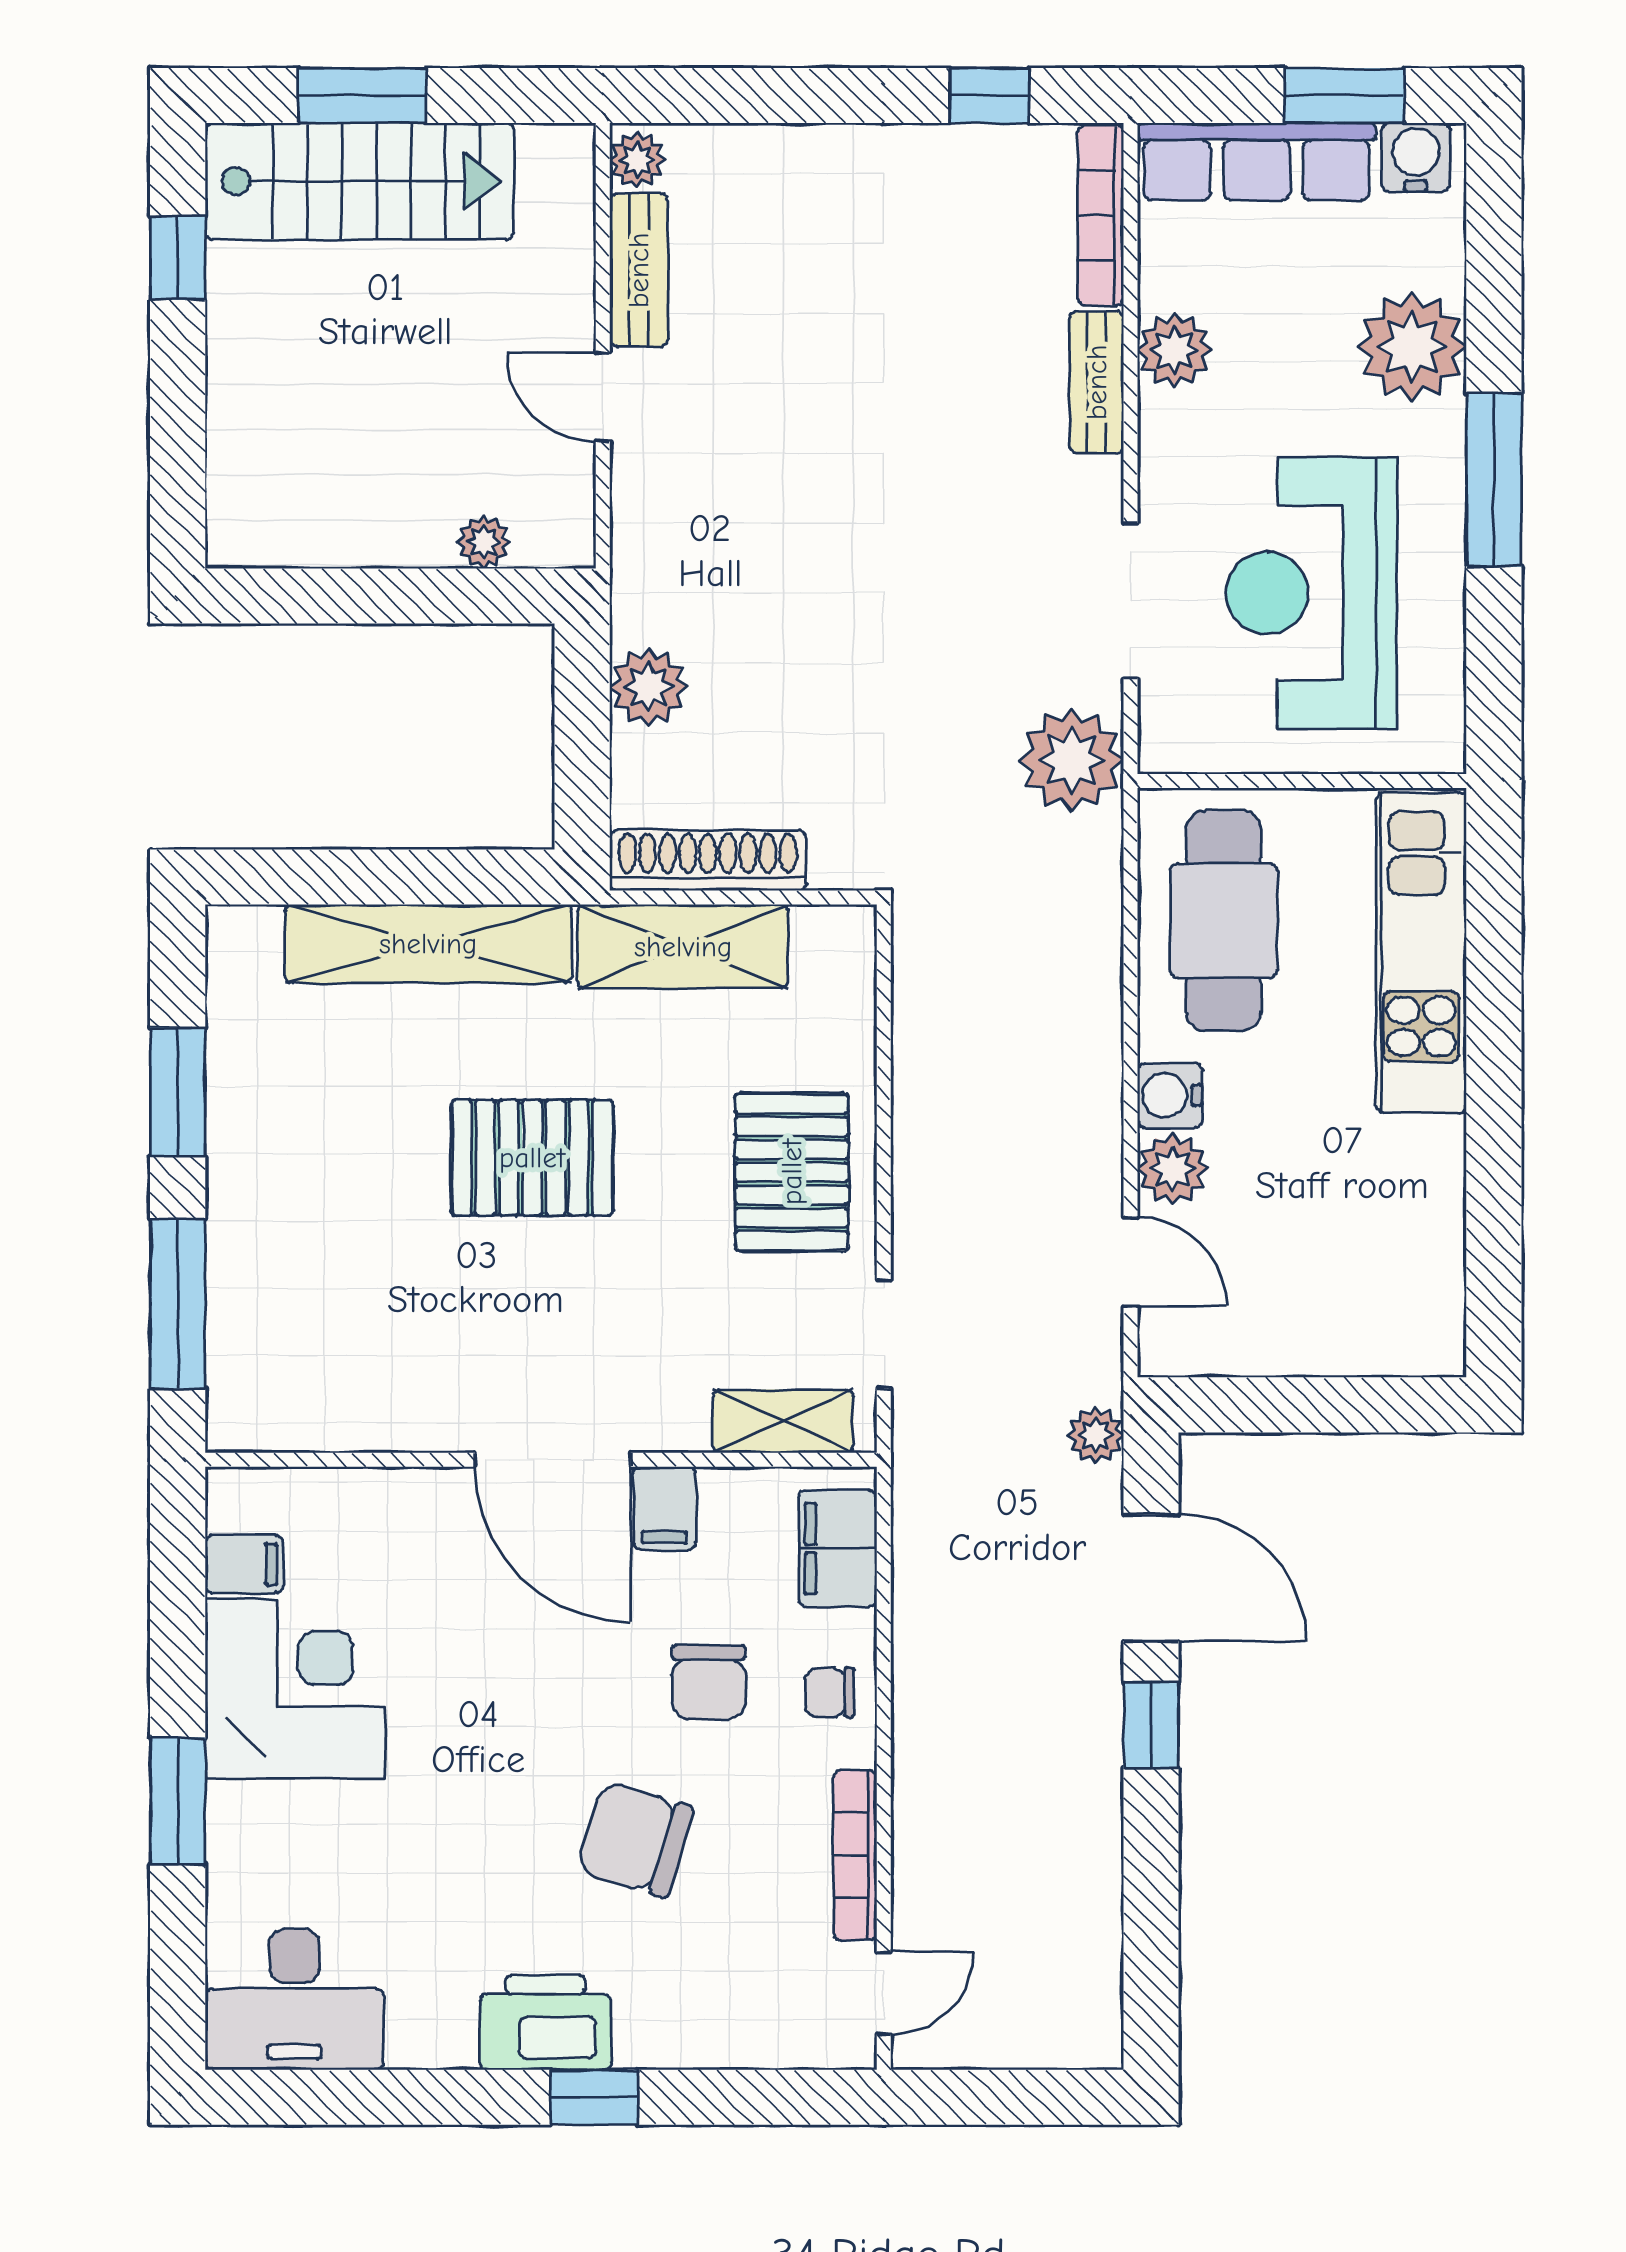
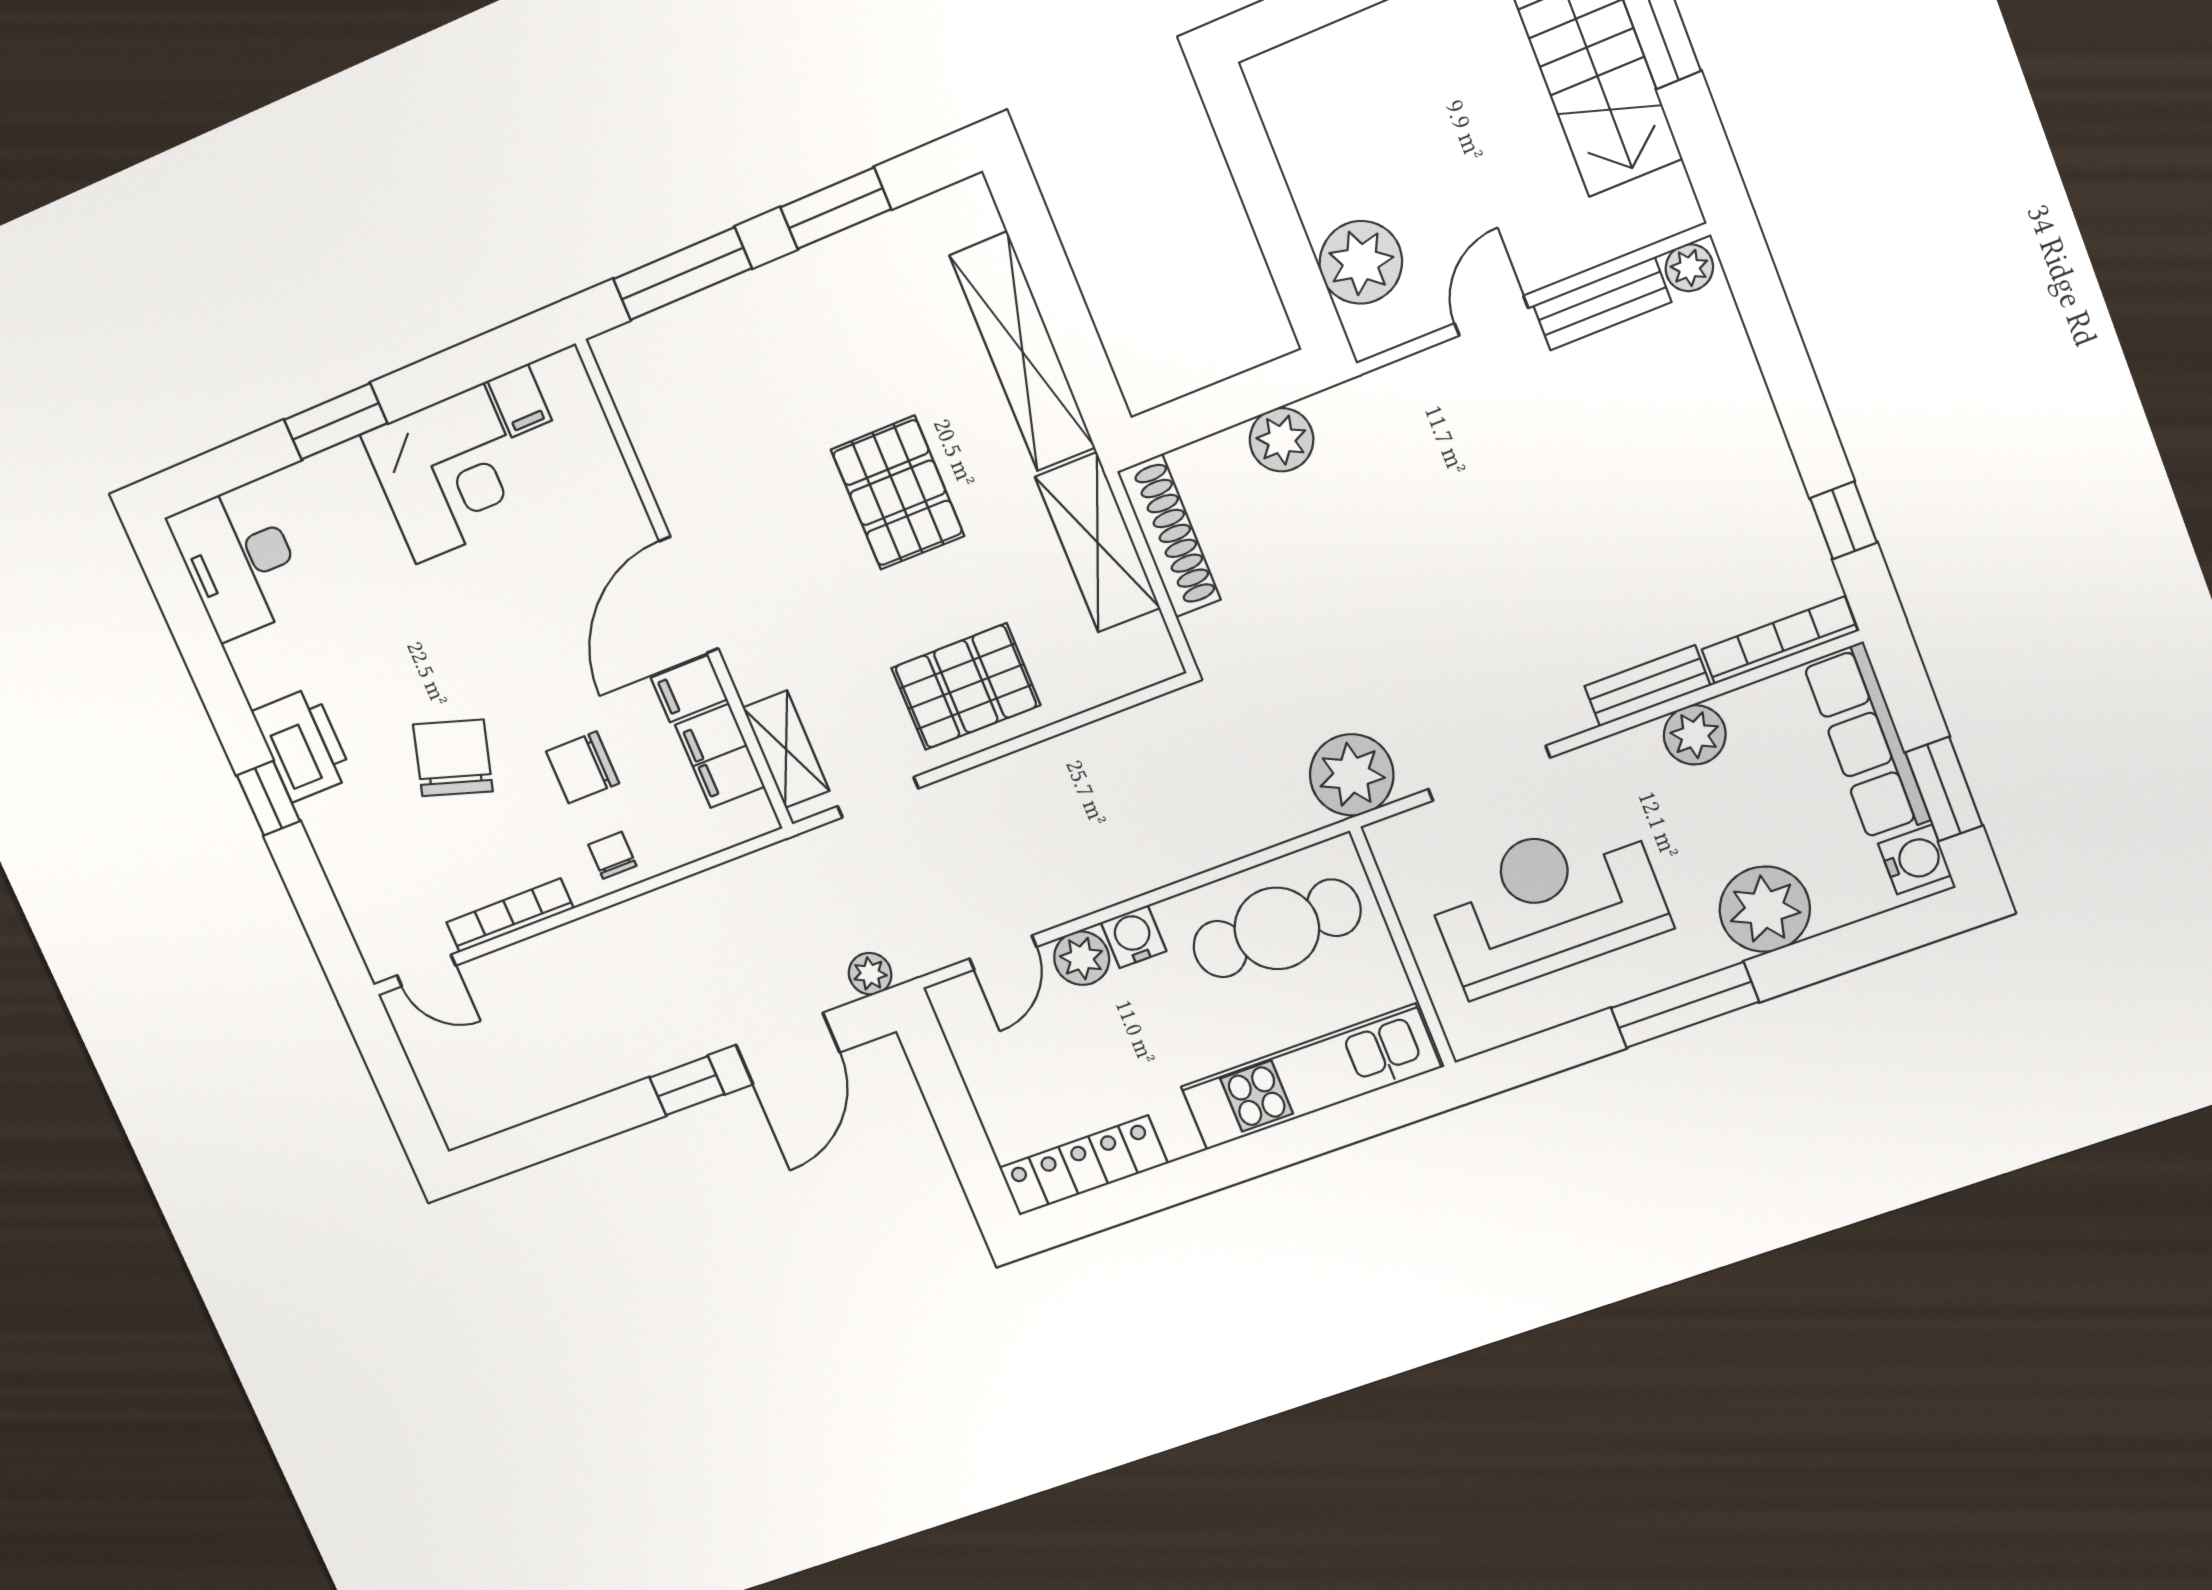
plant: (484, 542) -> (1361, 262), width x1.87, depth x1.87
locker: (1432, 1272) -> (1083, 1166), added
filing cabinet: (838, 1548) -> (720, 756), moved, turned -90

